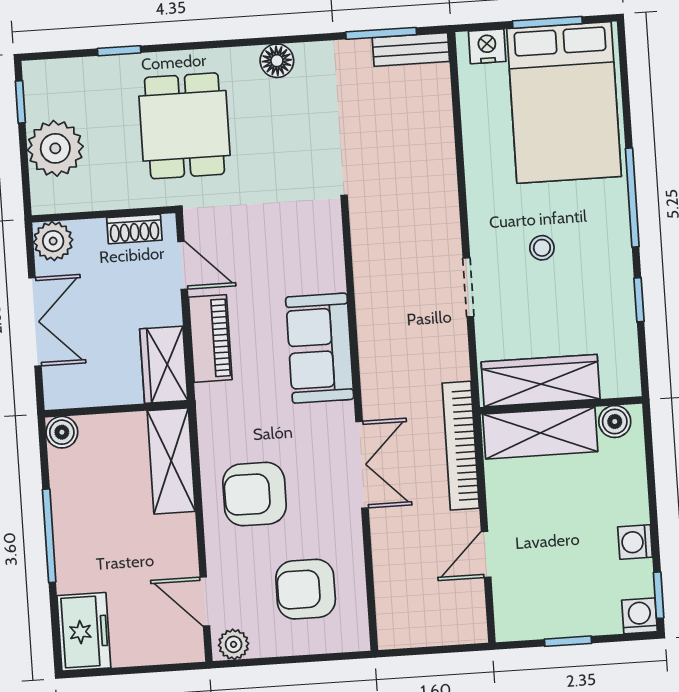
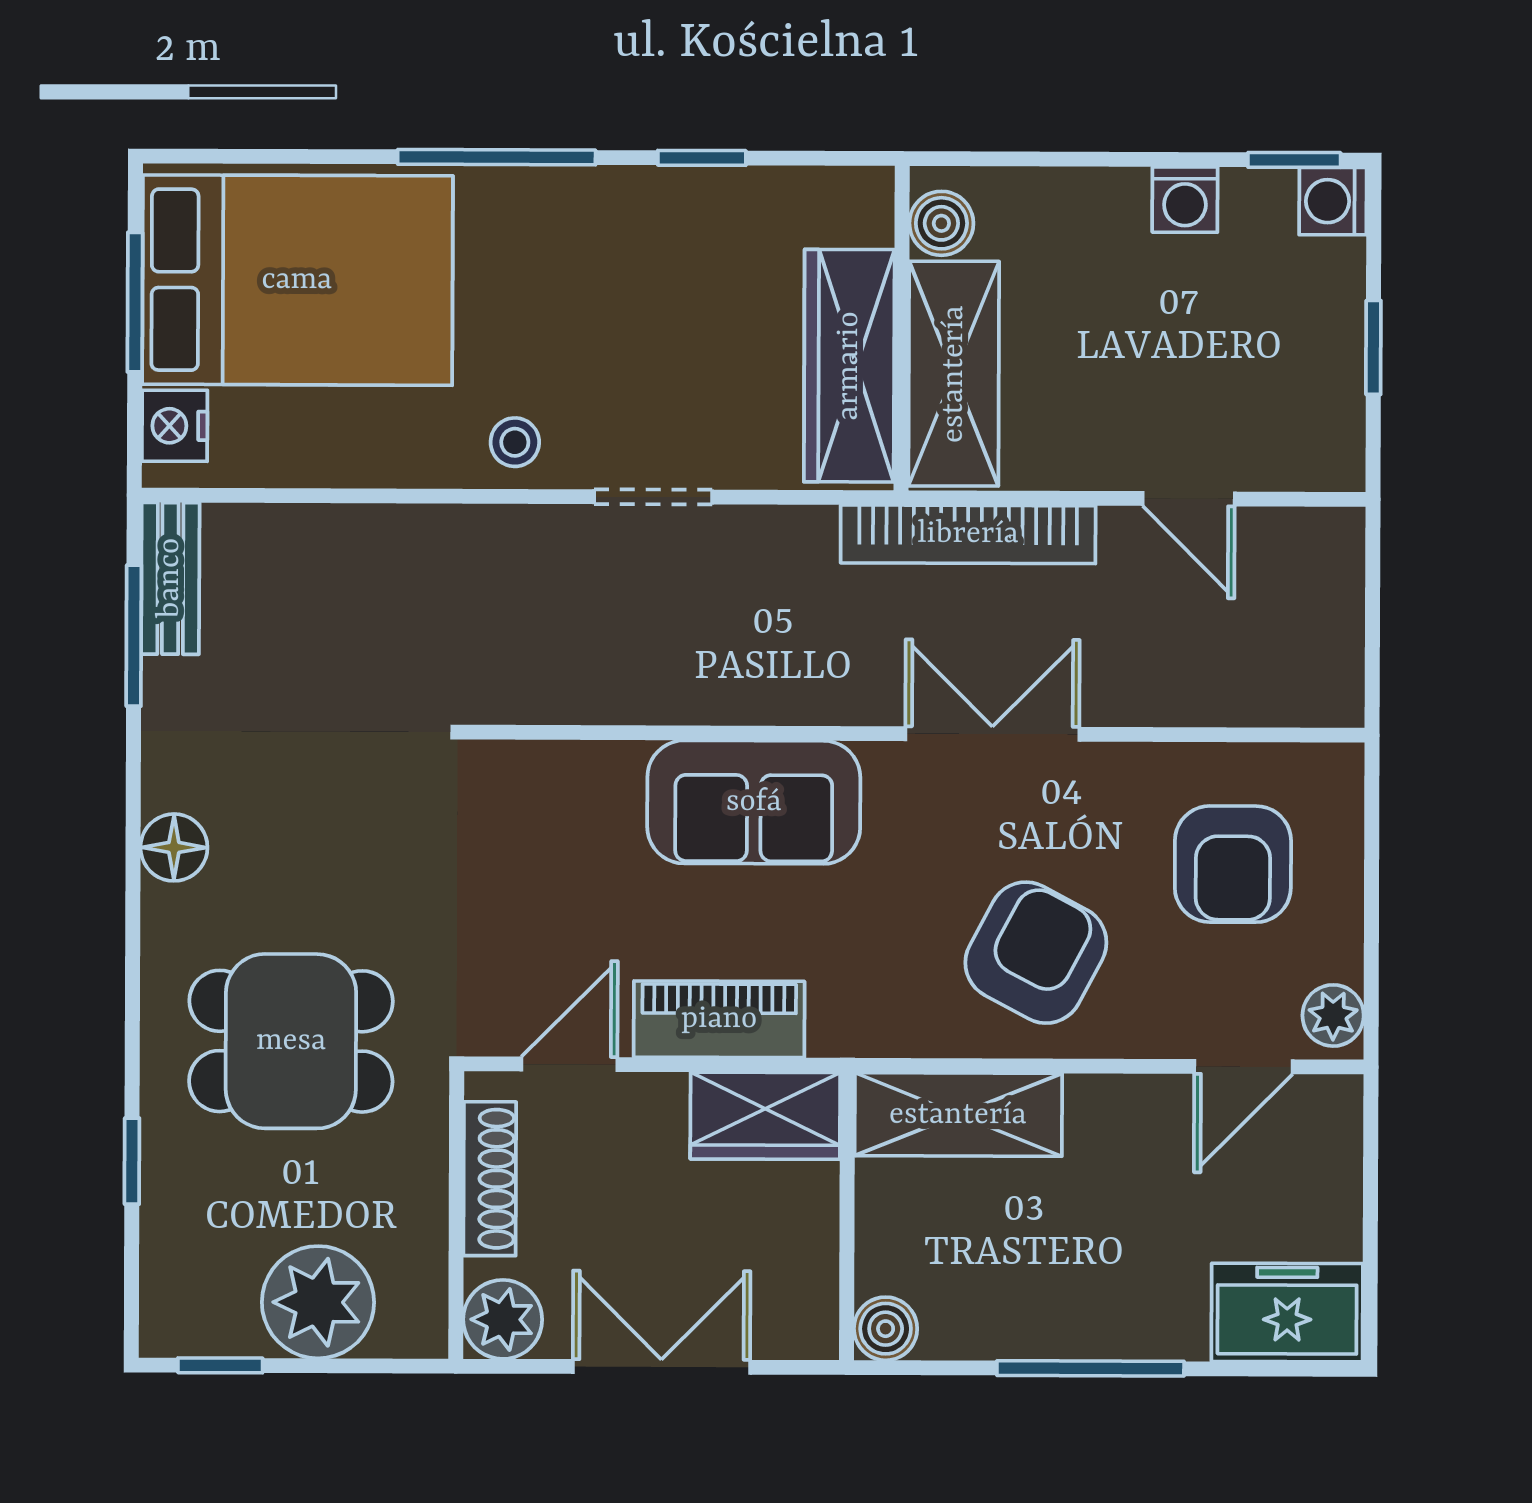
shoe rack: (134, 229) -> (490, 1179), width x1.43
stool: (542, 248) -> (515, 442), moved
armchair: (255, 494) -> (1036, 953), turned -152

